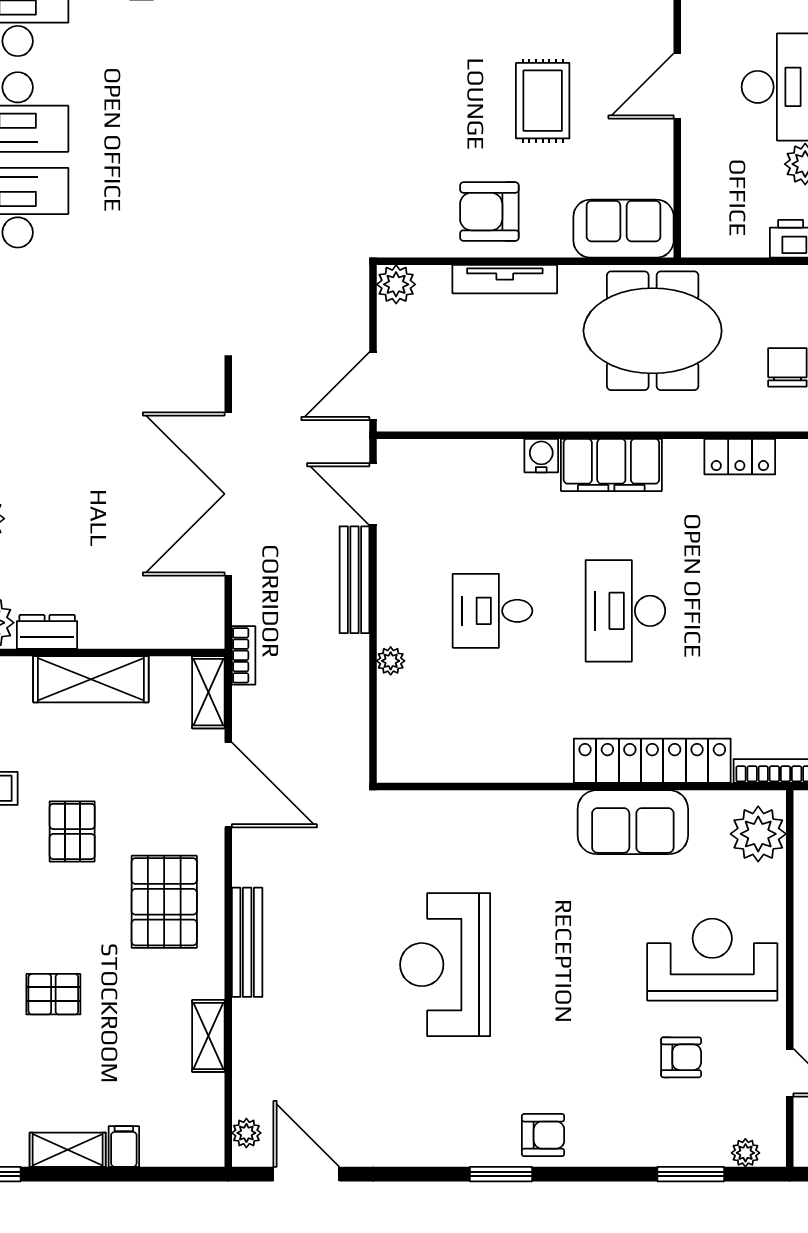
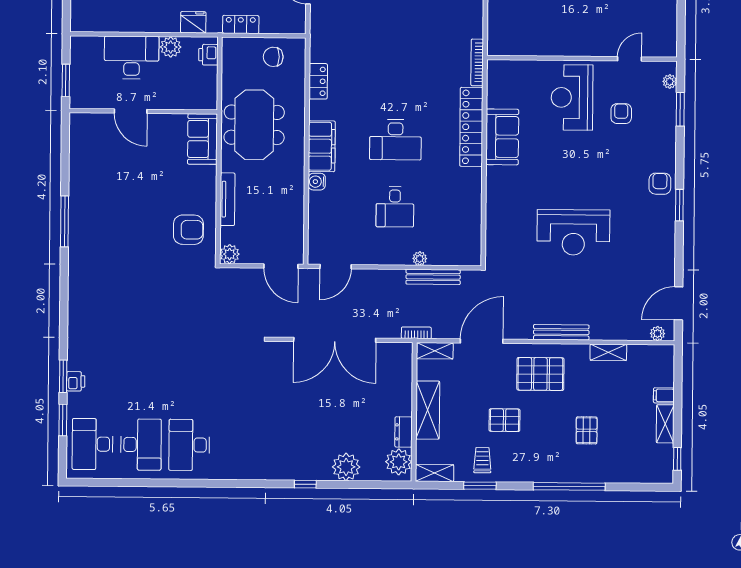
rug: (543, 101) -> (137, 179), removed
armchair: (489, 212) -> (188, 230), moved, turned -90
bench: (354, 580) -> (433, 277), moved
plant: (758, 834) -> (509, 74), removed

